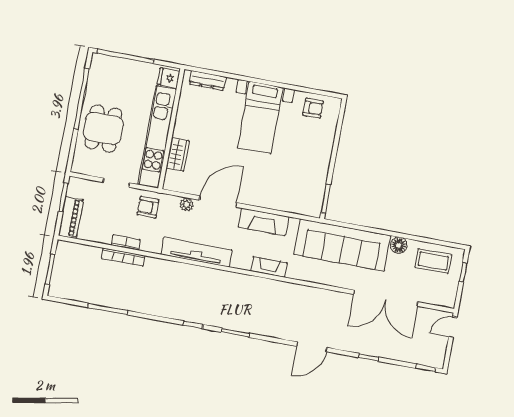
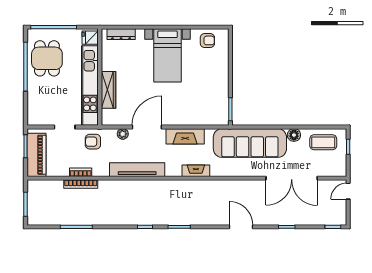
dining table: (103, 128) -> (47, 58), moved
wardrobe: (178, 154) -> (108, 90), width x1.50
piano: (71, 217) -> (37, 155), width x1.37, depth x1.33
door: (312, 347) -> (241, 227), swing flipped

